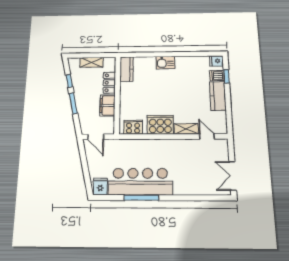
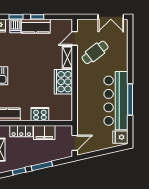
window: (228, 97) -> (37, 17), added
cooker: (133, 127) -> (40, 114), moved, turned 90
cafe table: (193, 158) -> (95, 52), added

